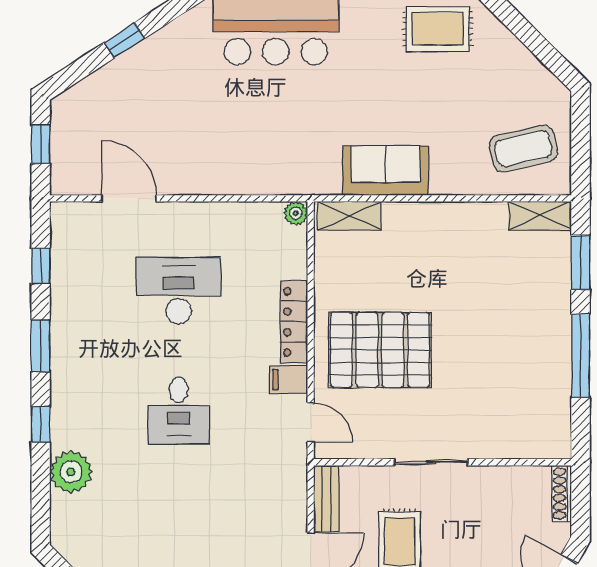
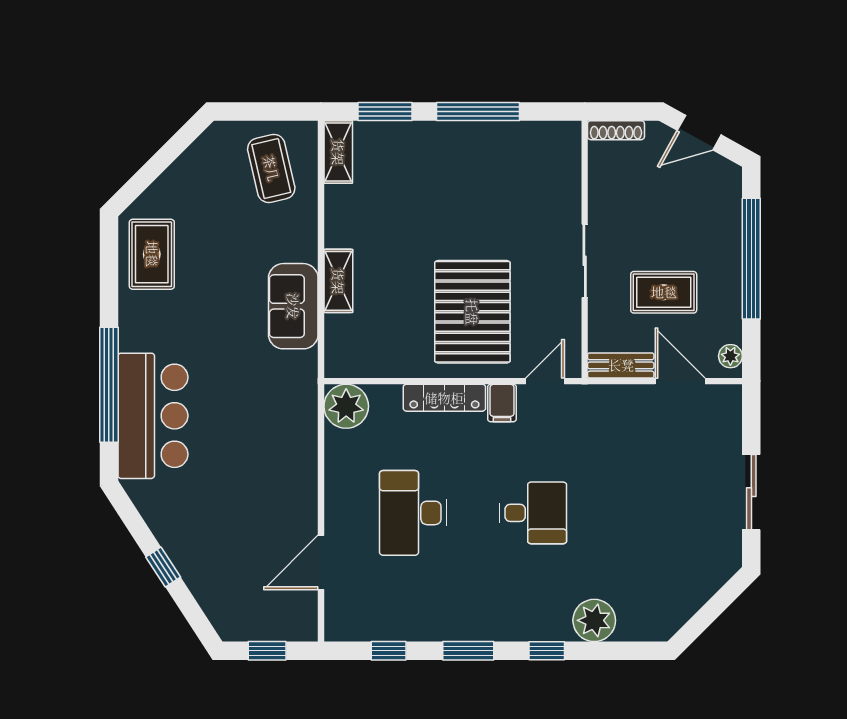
plant: (296, 213) -> (346, 406), width x1.87, depth x1.87
shelving: (349, 216) -> (338, 281), moved

